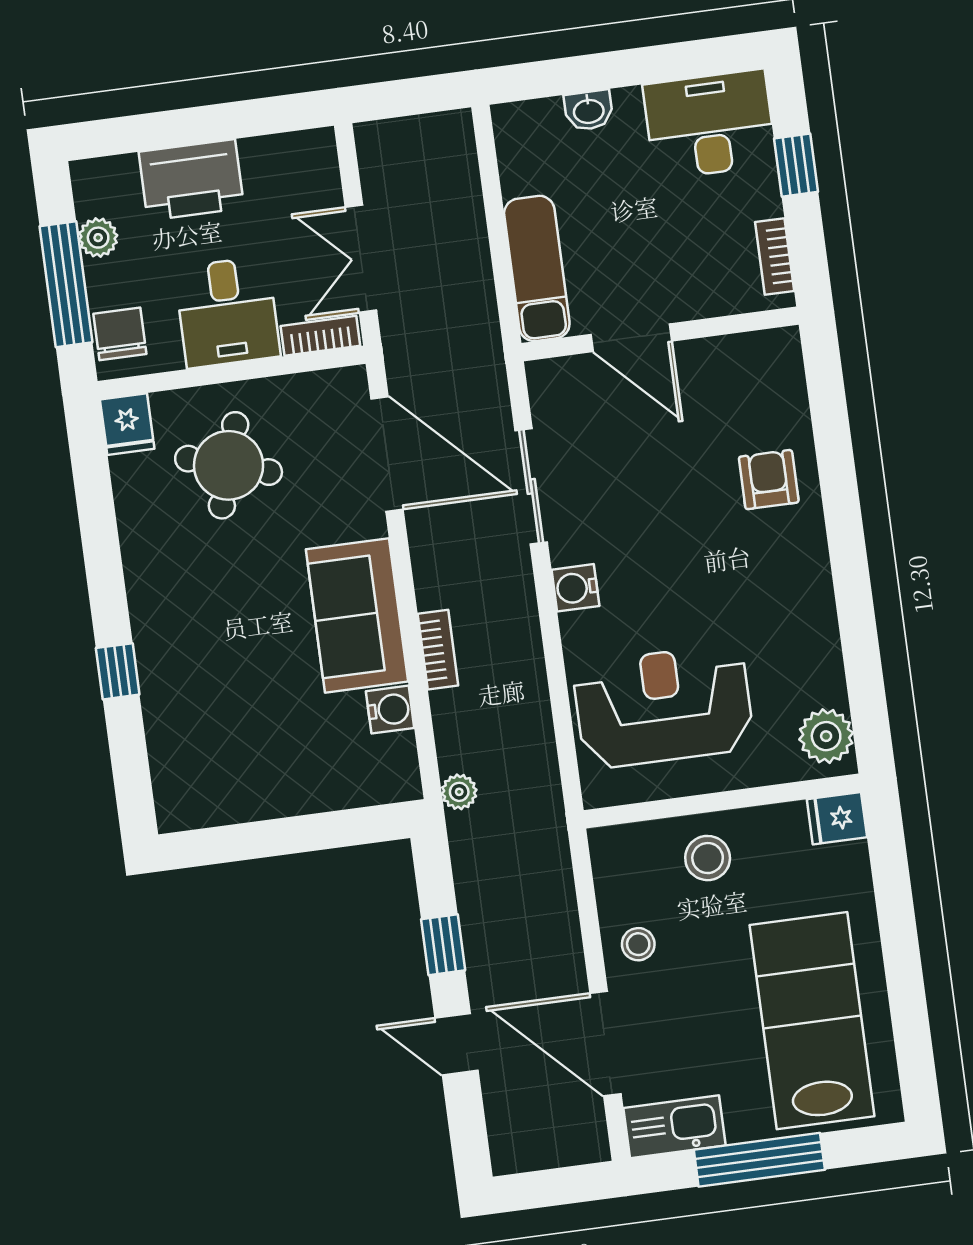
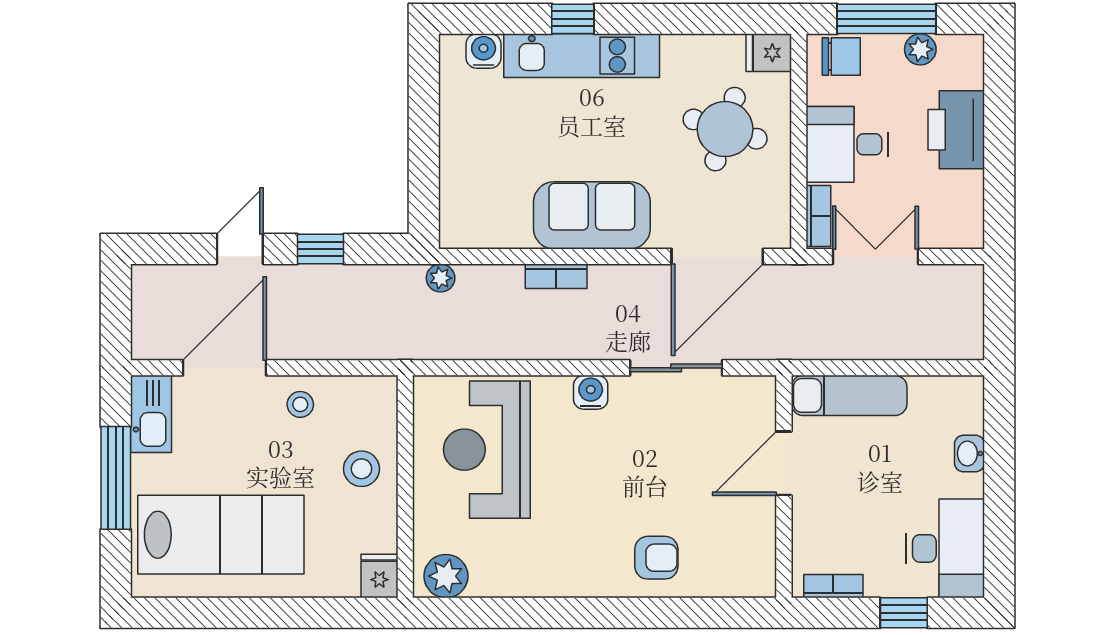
kitchen unit: (162, 654) -> (582, 56), added
reception desk: (663, 706) -> (487, 450), turned 180
water cooler: (390, 710) -> (484, 51), moved, turned 180

